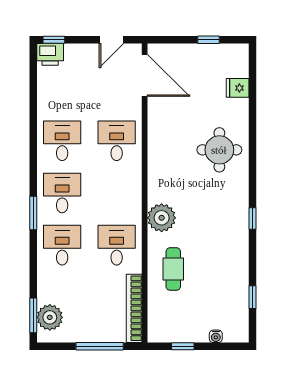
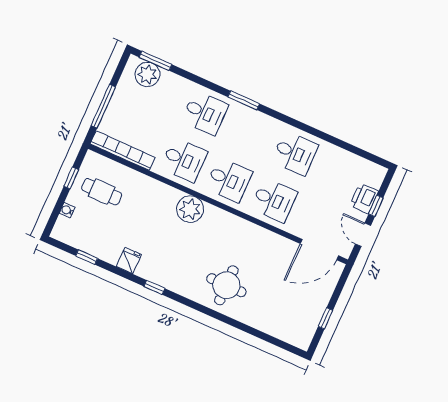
window: (54, 40) -> (376, 206), moved
printer: (50, 54) -> (364, 198), moved
fridge: (238, 88) -> (129, 261), moved
desk: (62, 193) -> (229, 180), moved
cafe table: (173, 269) -> (102, 192), moved

